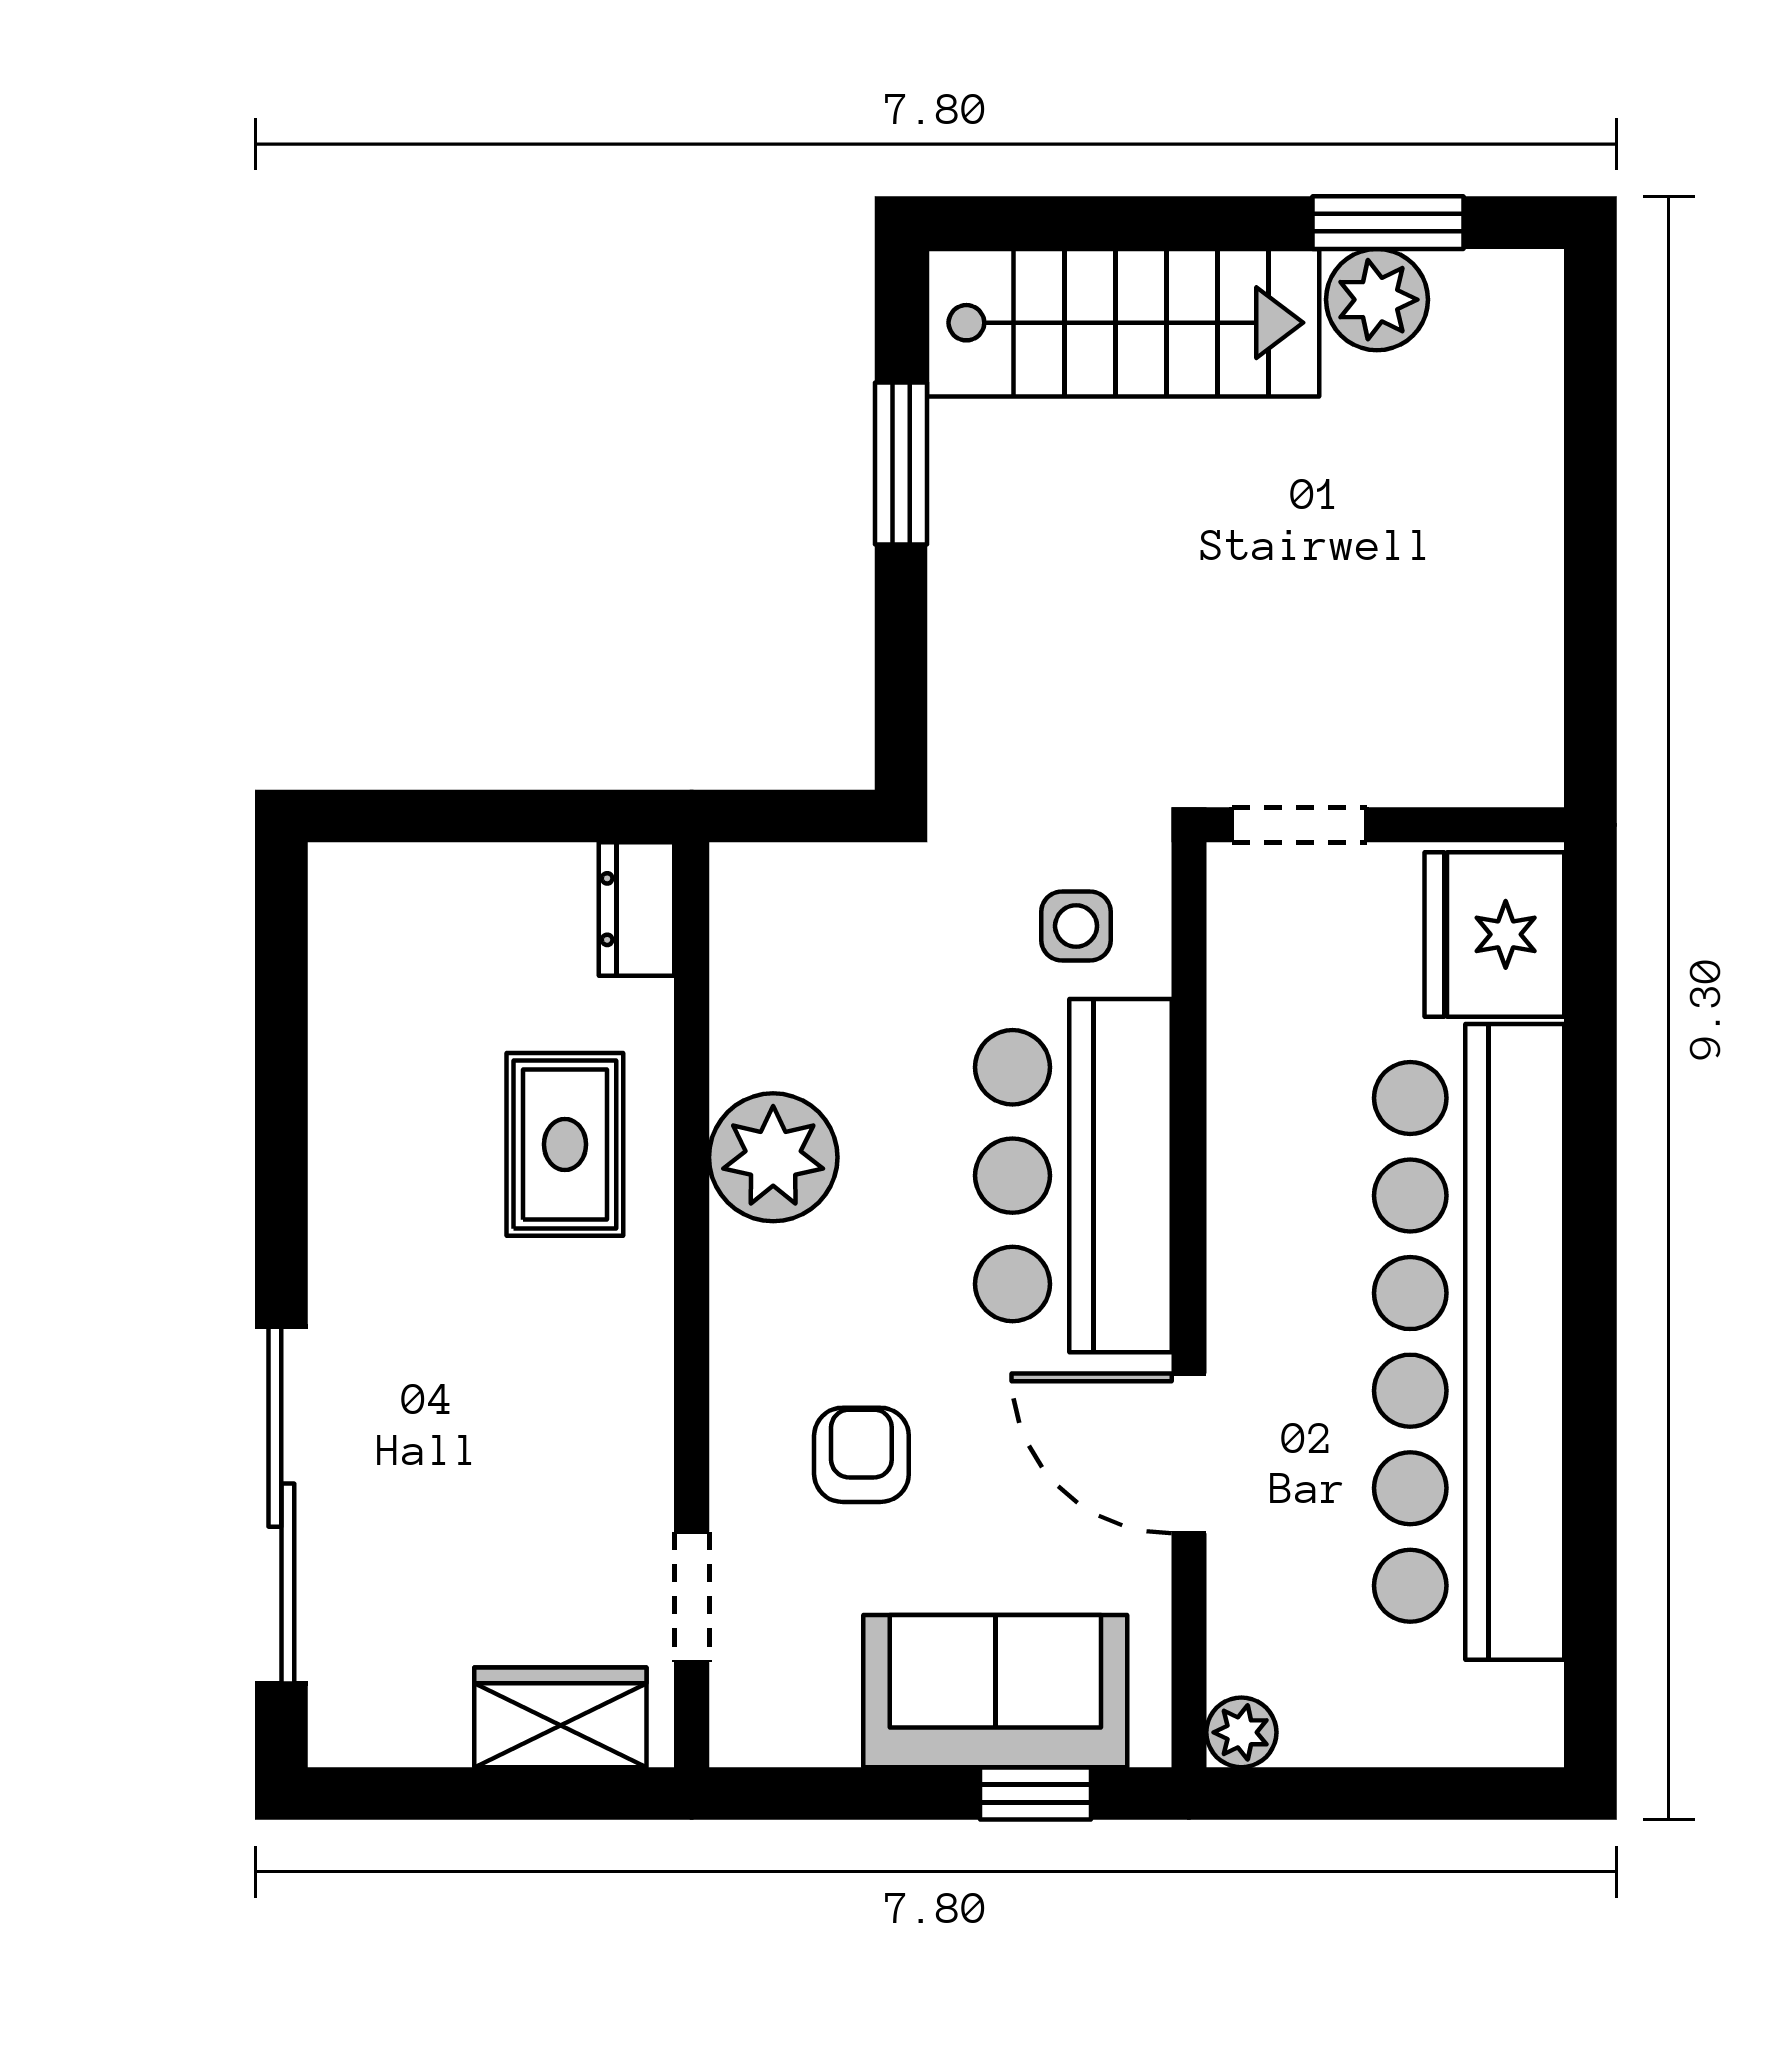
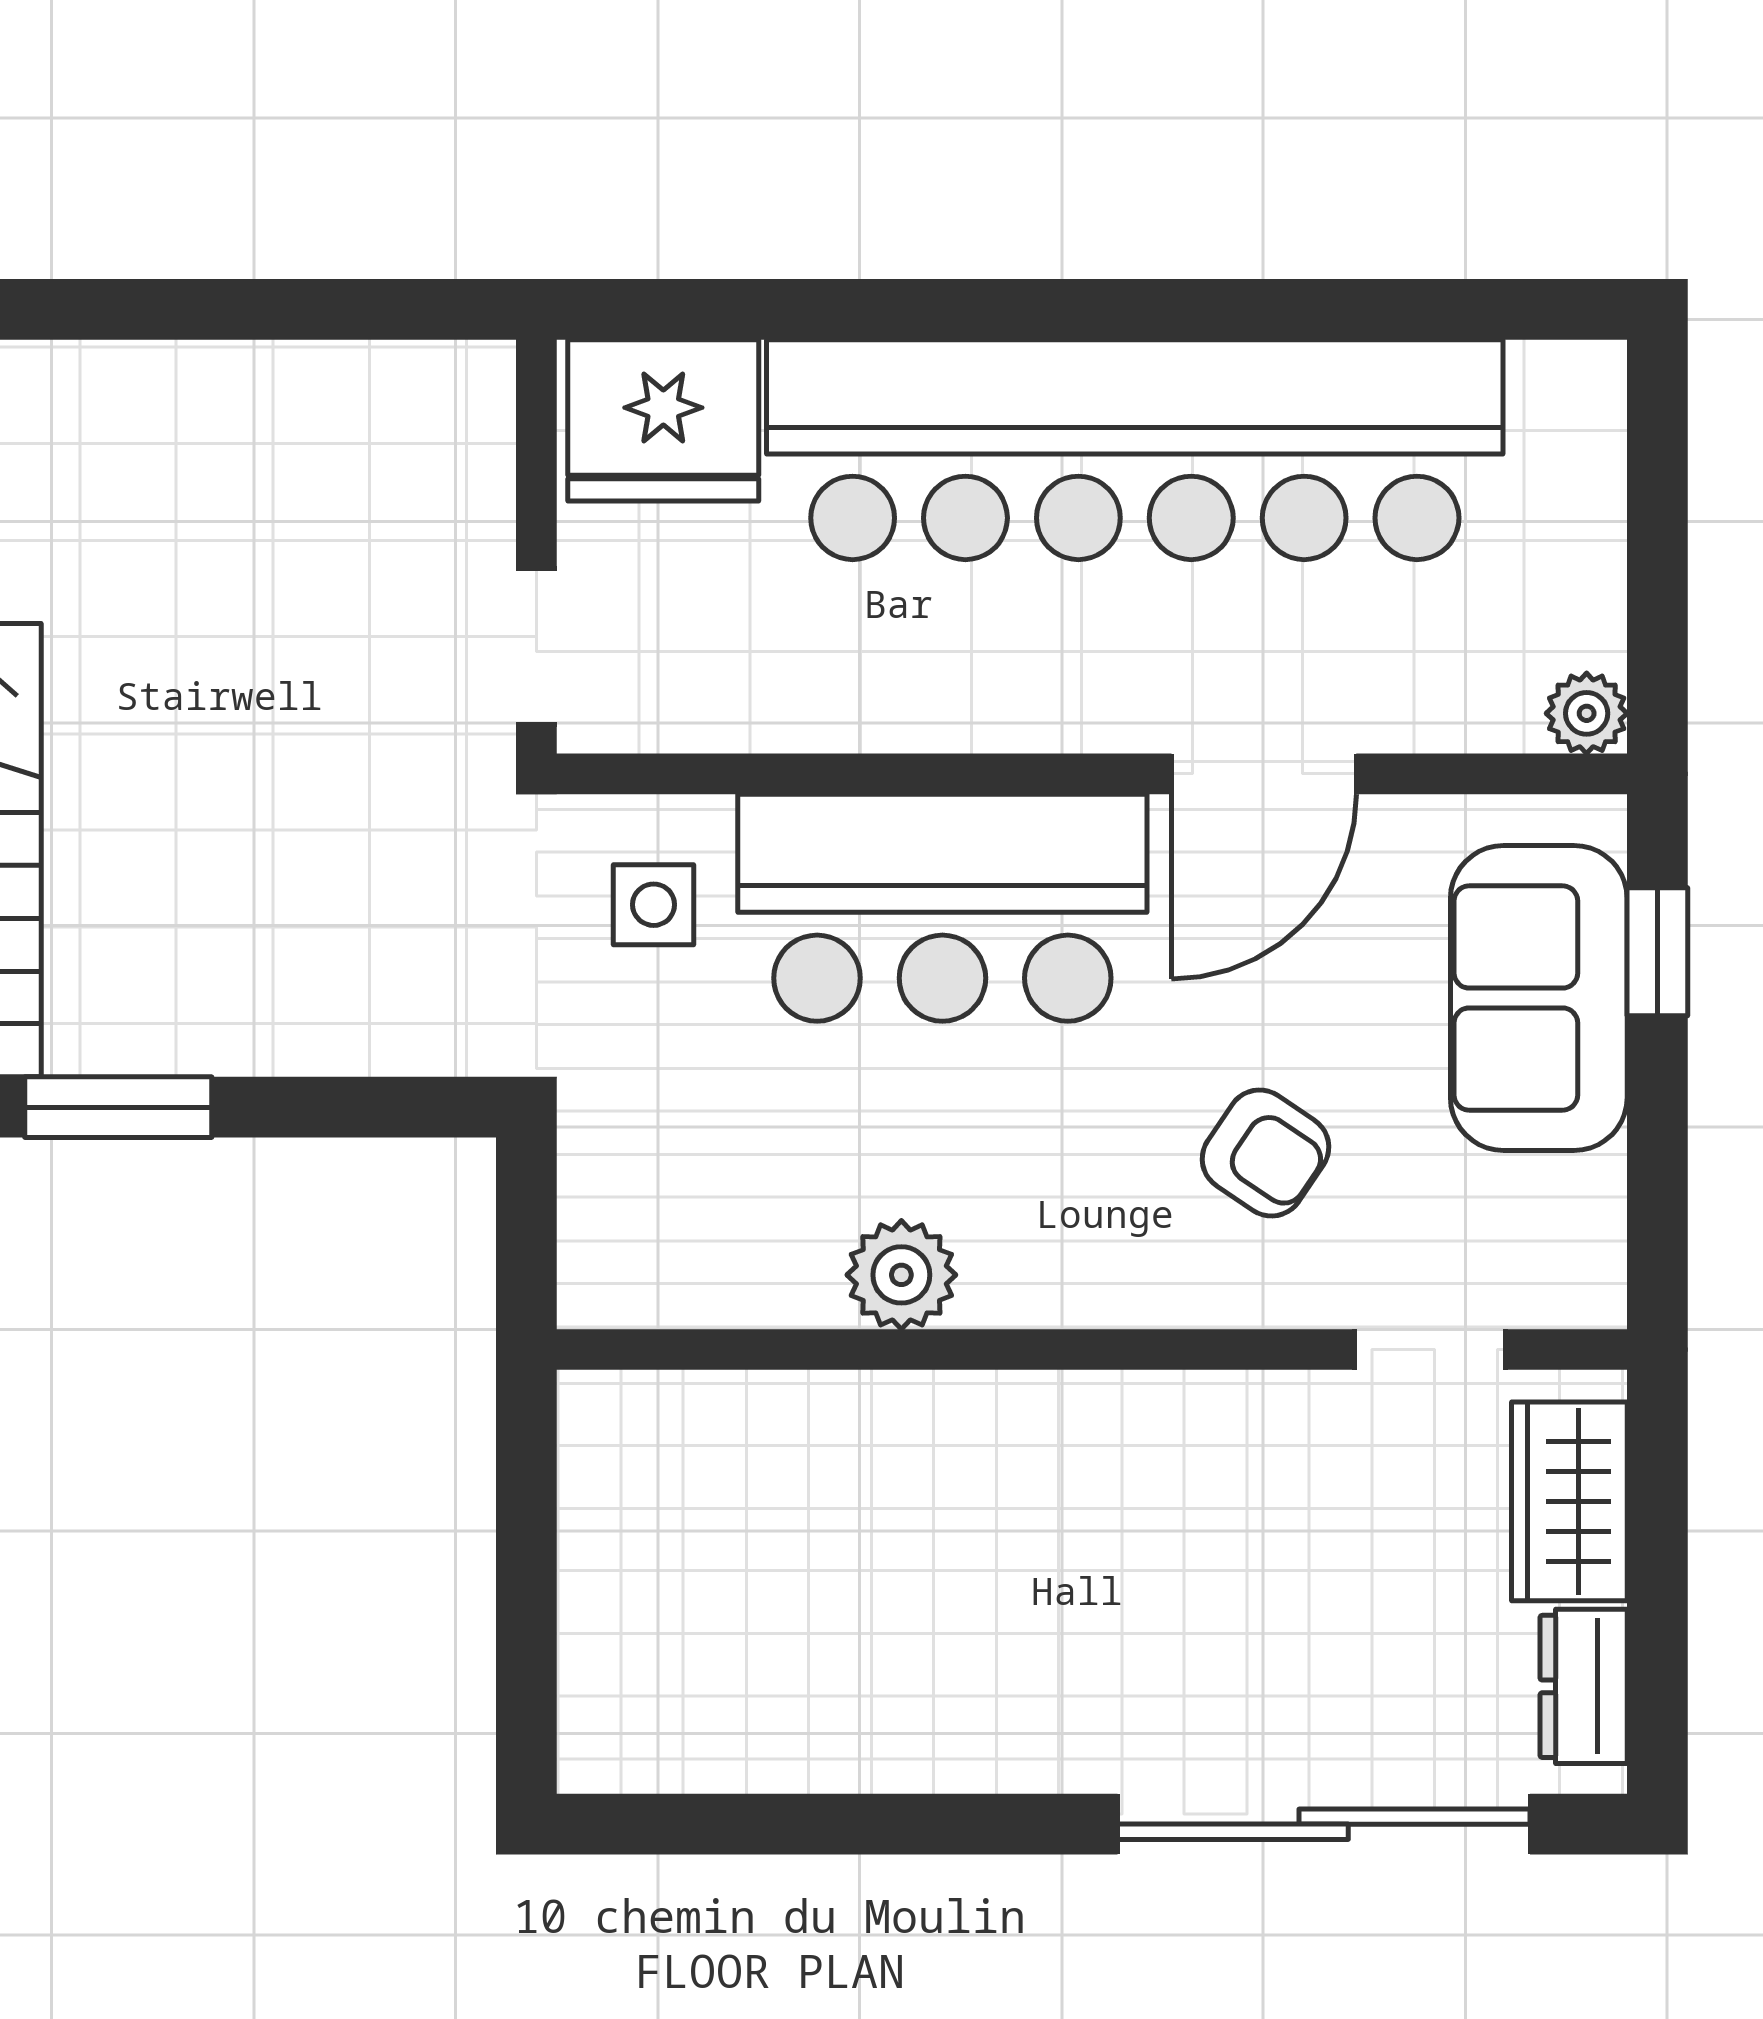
dresser: (637, 909) -> (1584, 1686), moved, turned 90
rug: (565, 1144) -> (906, 1496), removed
plant: (773, 1157) -> (901, 1275), width x0.73, depth x0.73
armchair: (861, 1455) -> (1266, 1153), turned -146

